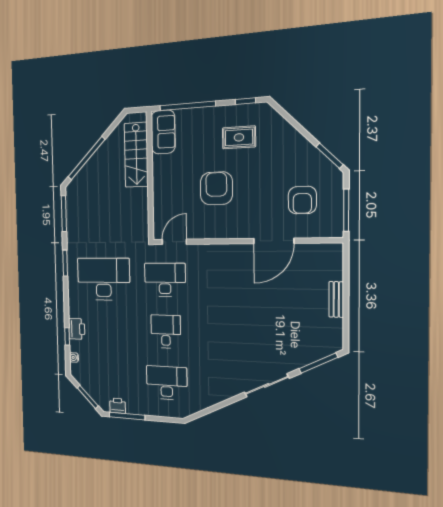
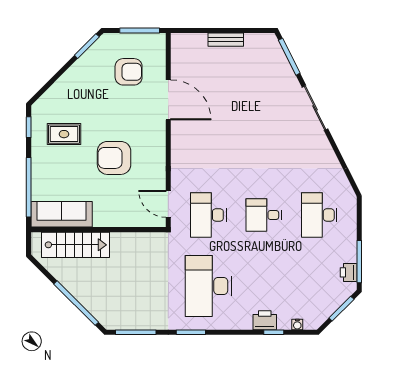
sofa: (163, 132) -> (62, 214), width x1.36
rug: (239, 137) -> (64, 134), turned 90

